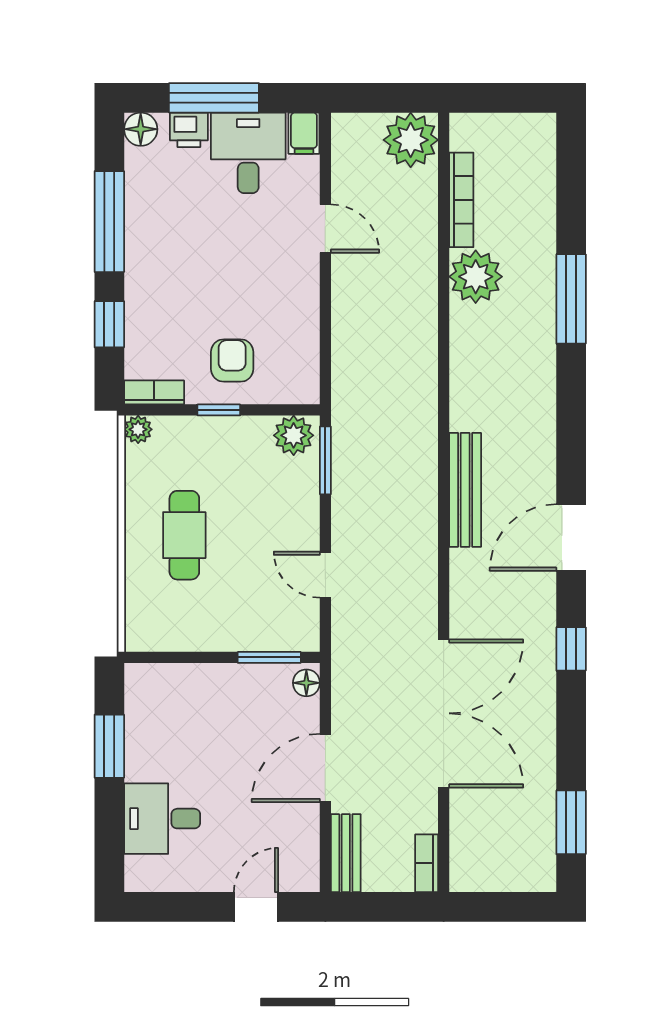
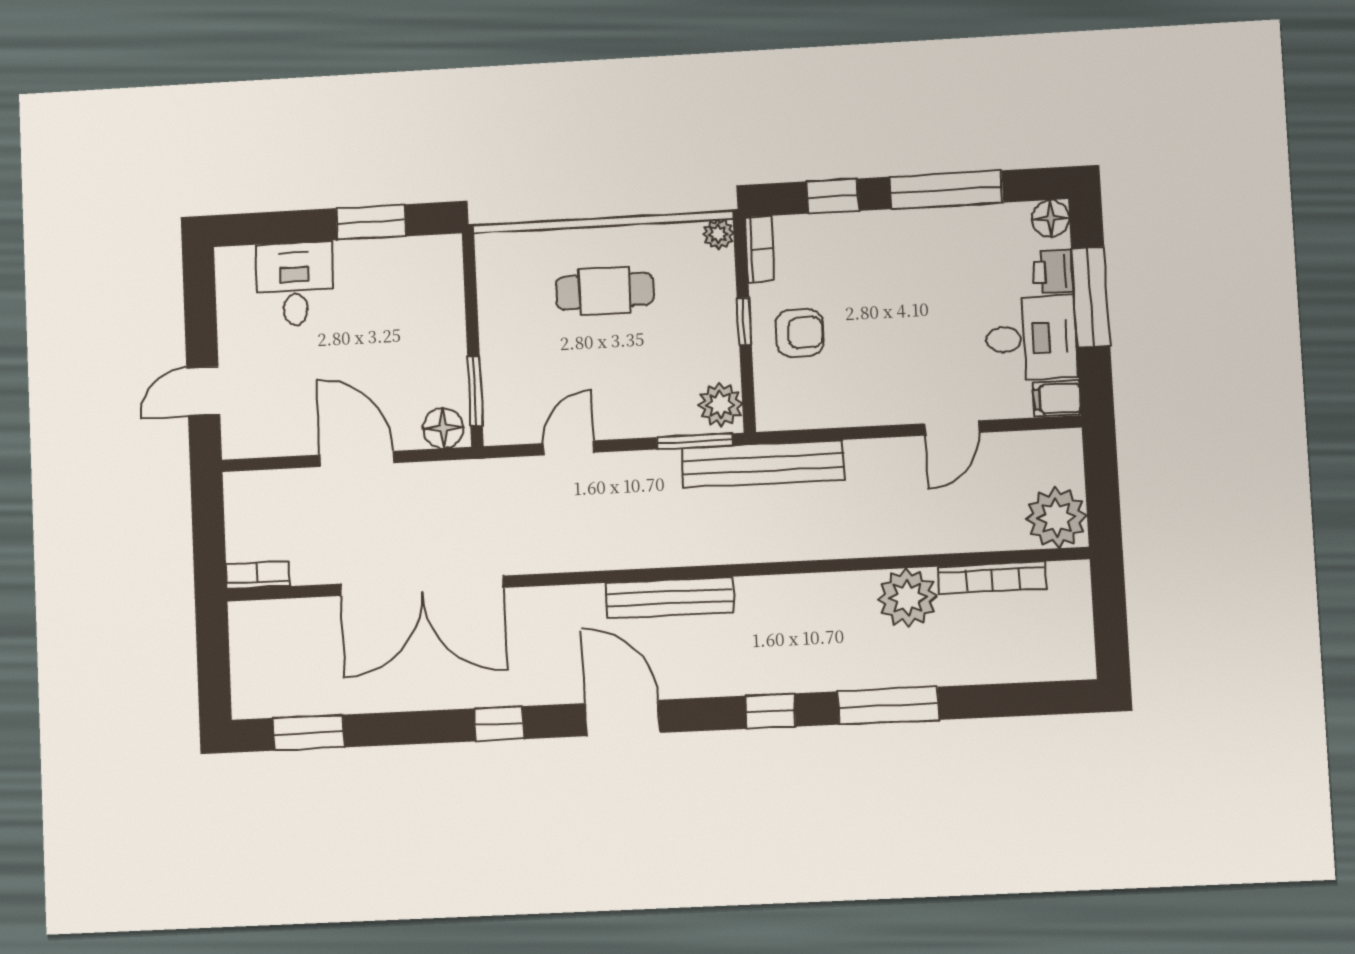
window: (571, 404) -> (771, 711), added
floor lamp: (306, 683) -> (443, 428), width x1.37, depth x1.37
bench: (346, 853) -> (763, 464), moved, width x1.86, depth x1.21
door: (256, 907) -> (203, 391), swing flipped

